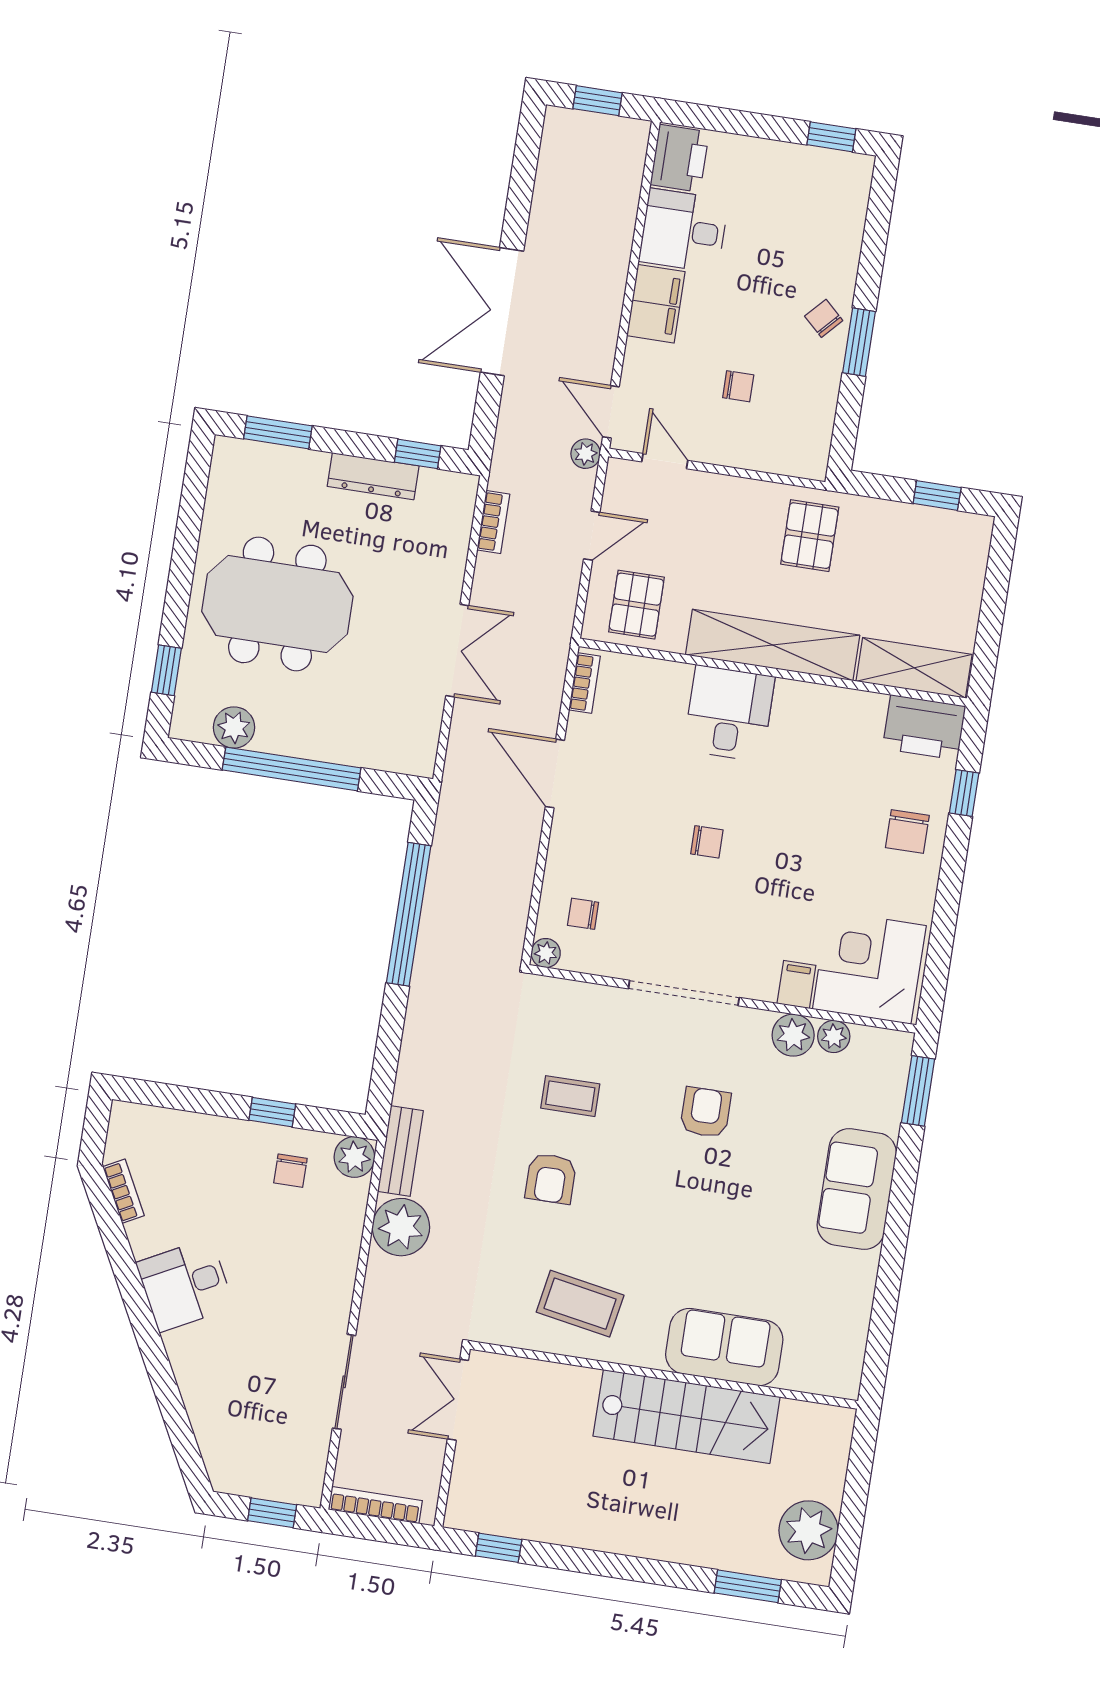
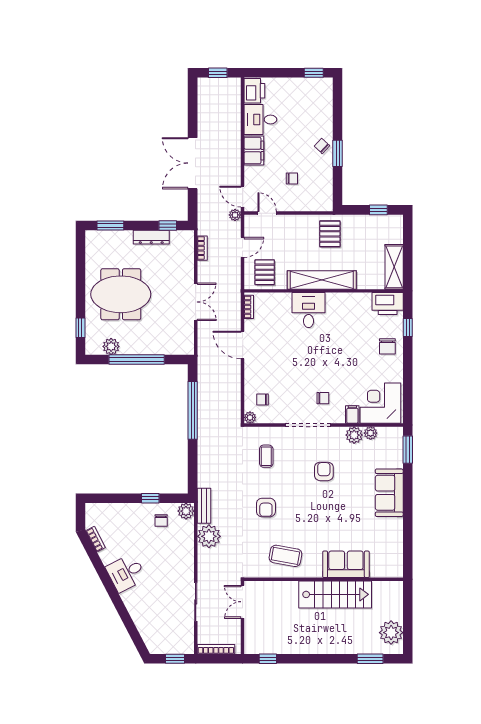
shelving: (914, 668) -> (394, 267), moved, turned 90
chair: (707, 842) -> (323, 398), moved
coffee table: (570, 1096) -> (266, 456), moved, turned 90

